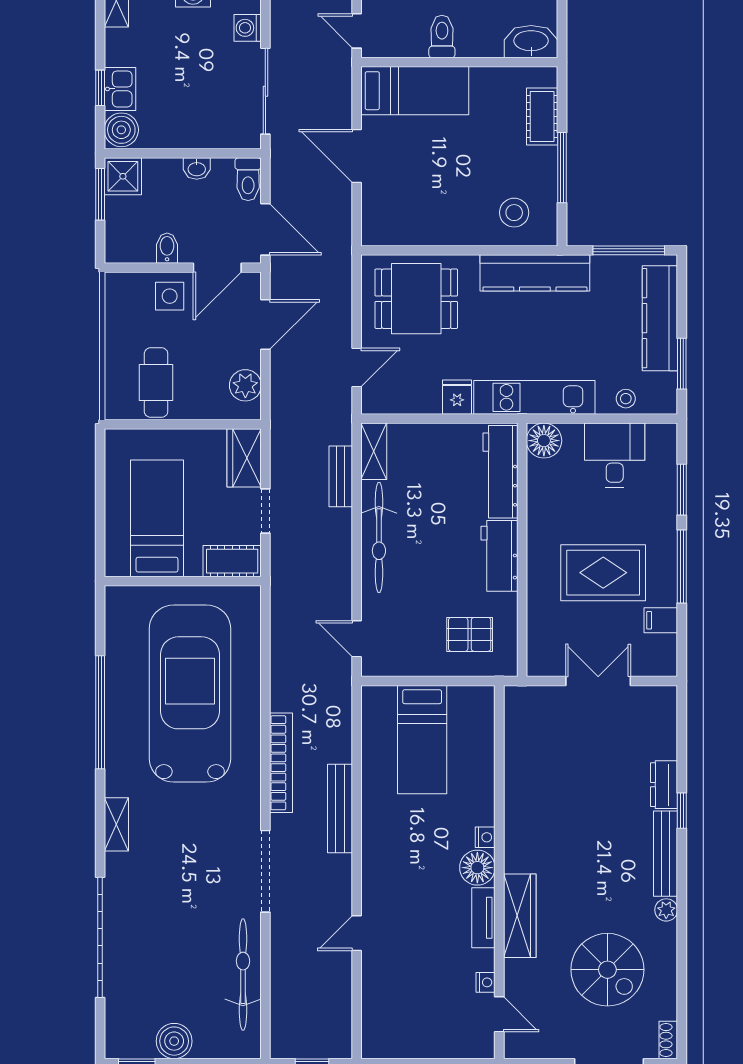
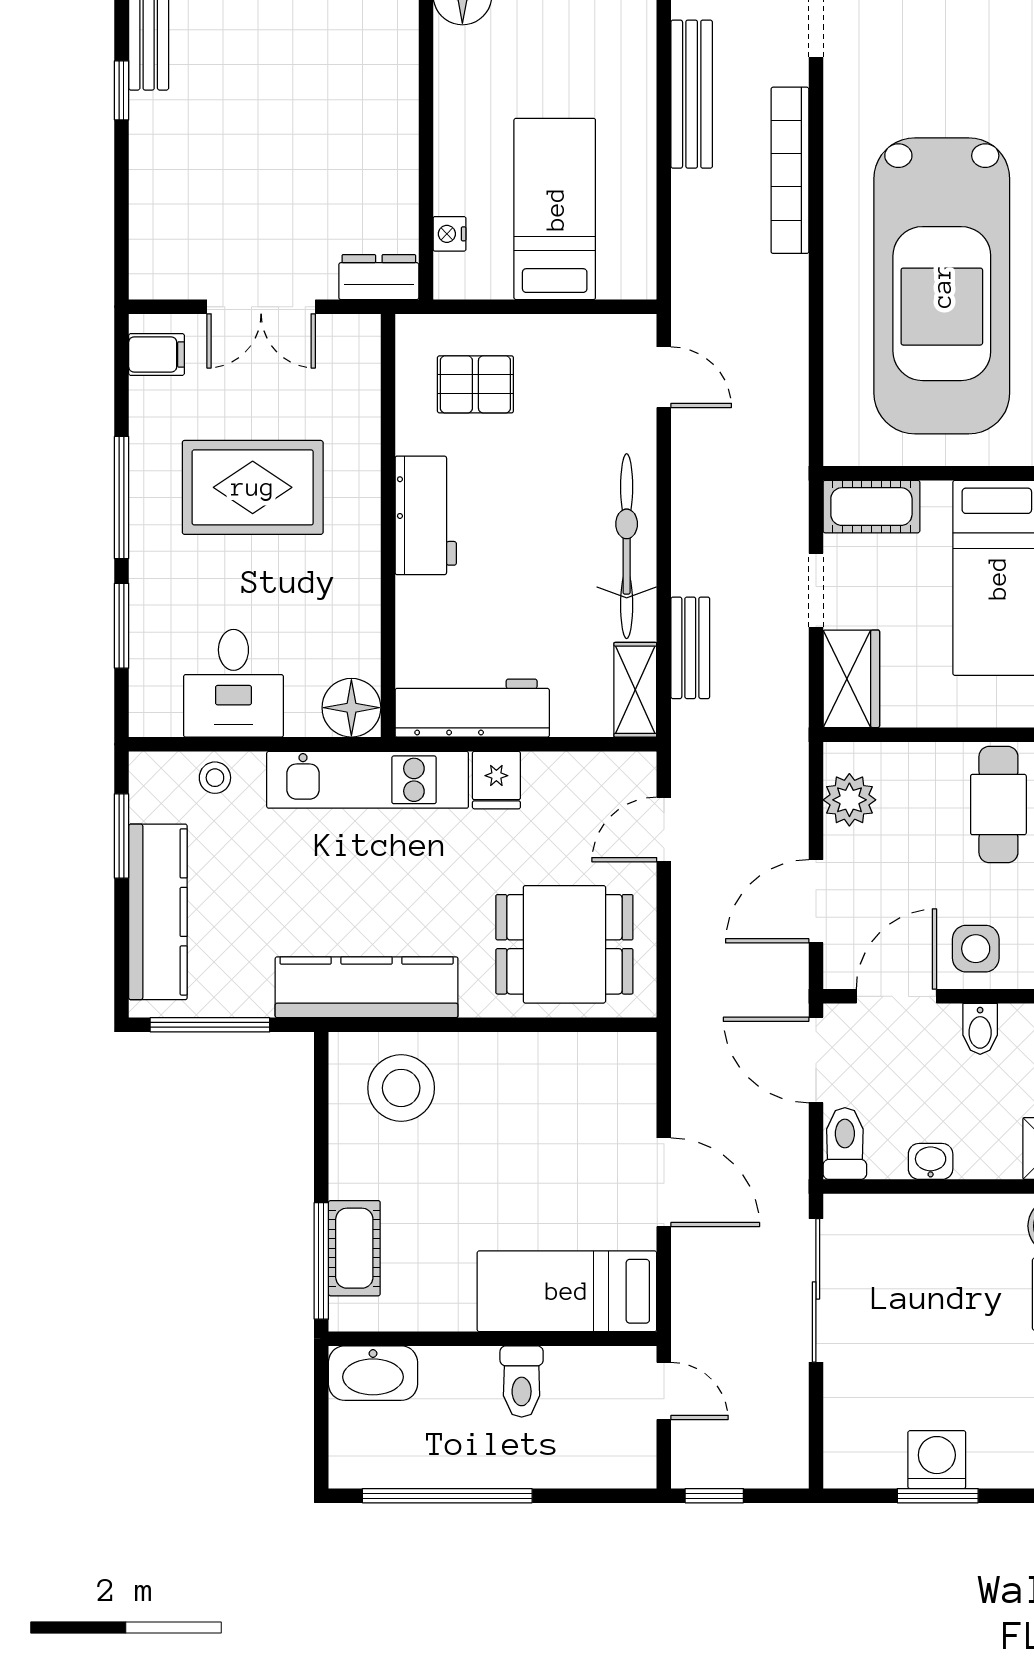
washing machine: (248, 28) -> (846, 1396), removed
window: (562, 168) -> (321, 1261), moved
stool: (514, 213) -> (401, 1088), width x1.38, depth x1.38
workbench: (500, 472) -> (472, 708), moved, turned -90
filing cabinet: (661, 620) -> (157, 354), moved
dresser: (664, 785) -> (379, 277), moved, turned -90
nightstand: (485, 837) -> (449, 234), moved

